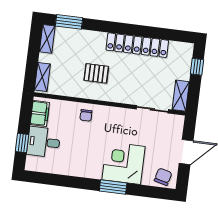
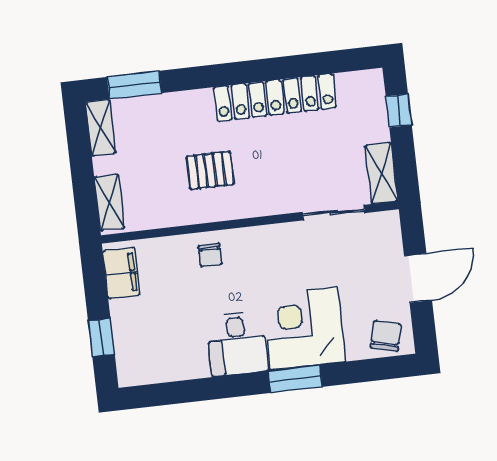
desk: (44, 142) -> (237, 343), moved, turned -90

